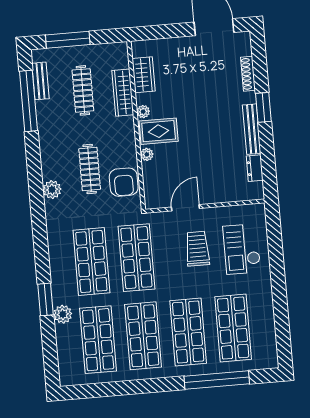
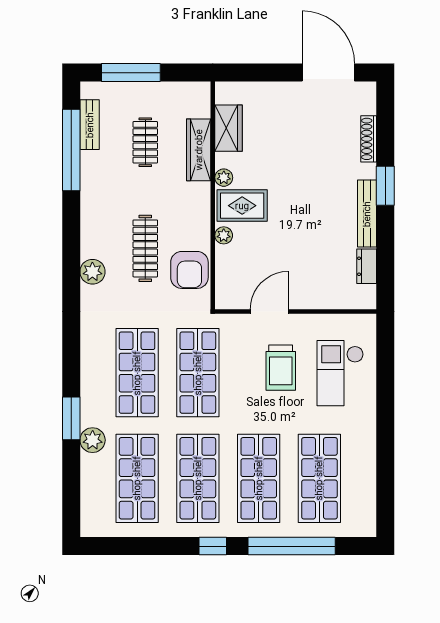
clothes rail: (83, 90) -> (145, 142), width x0.73
trolley: (197, 249) -> (281, 368), turned 180
window: (158, 385) -> (213, 546), added

